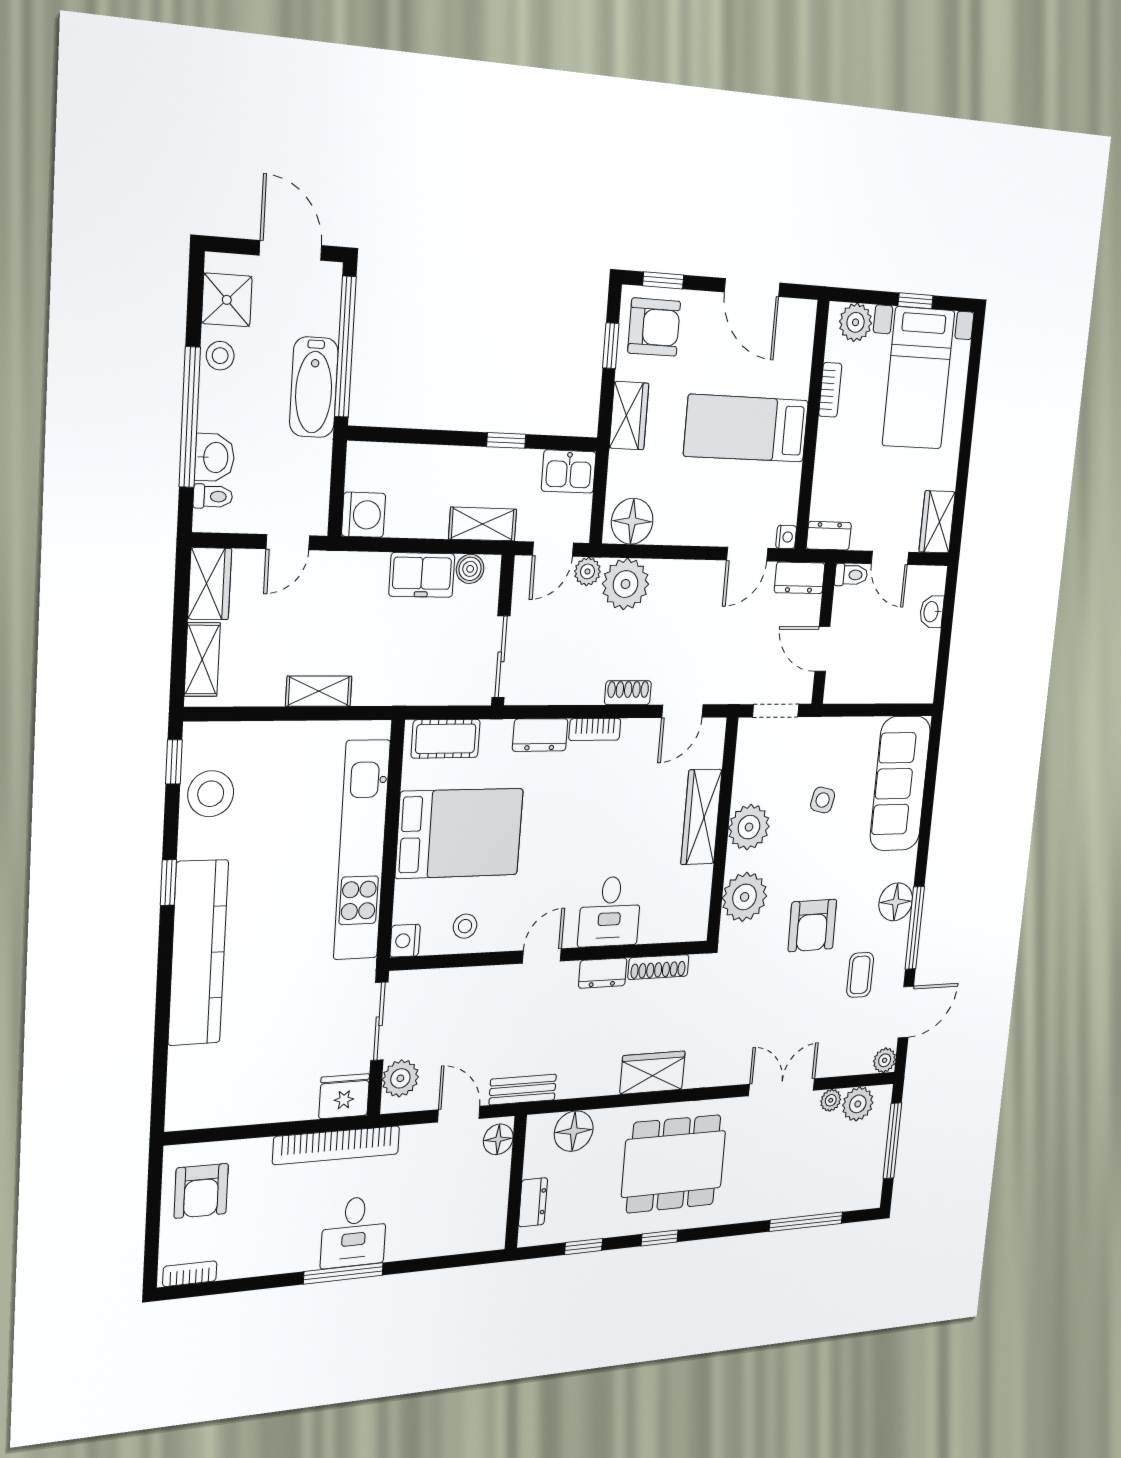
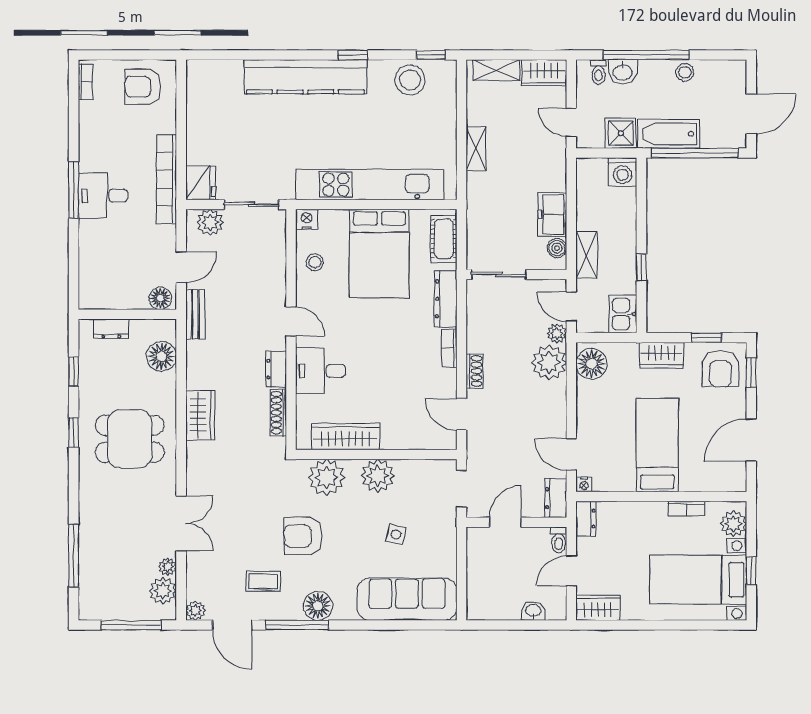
shower: (227, 300) -> (621, 133), moved
washing machine: (364, 515) -> (623, 172), moved
dresser: (540, 735) -> (446, 299), width x1.44
wardrobe: (701, 817) -> (345, 437), moved
dining table: (674, 1164) -> (130, 439), width x0.73

